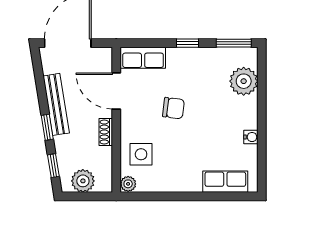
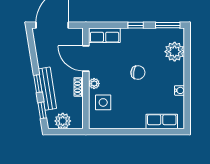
bench: (56, 104) -> (47, 89), moved
chair: (173, 108) -> (138, 73), moved
plant: (128, 184) -> (94, 84), moved

